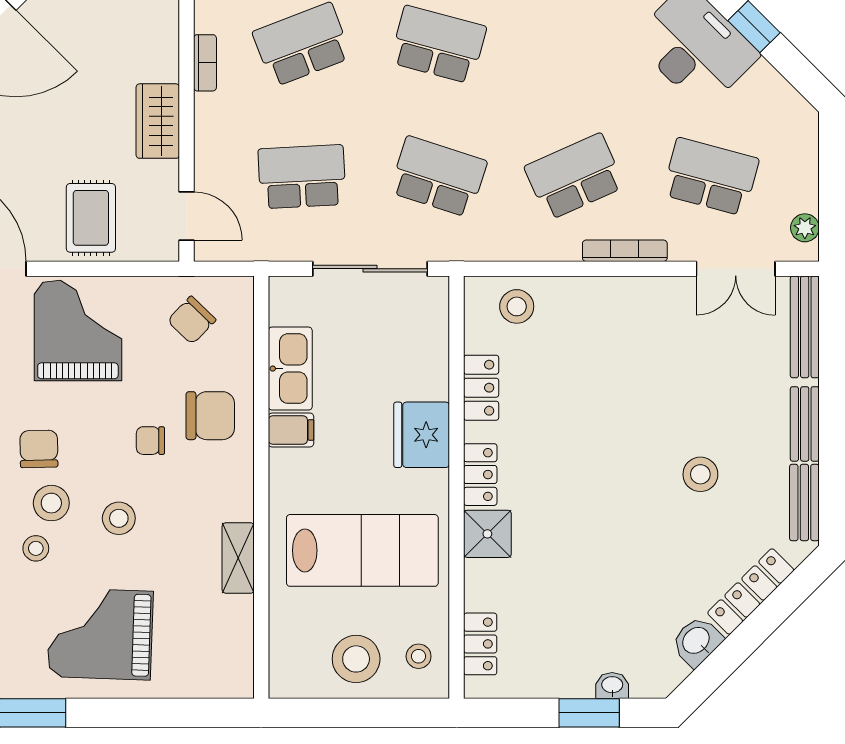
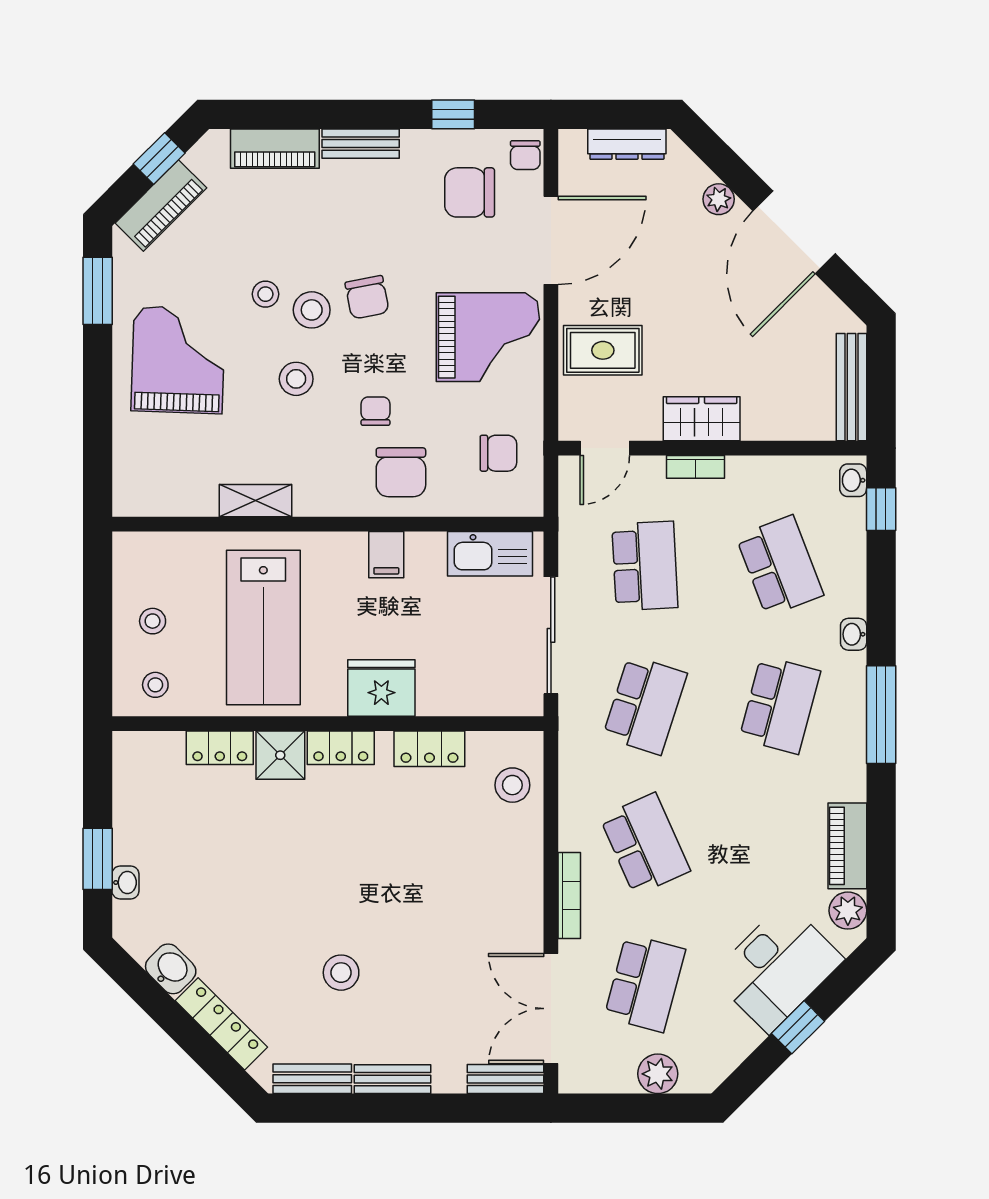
bookcase: (205, 63) -> (695, 467), moved
plant: (805, 228) -> (658, 1074), moved, width x1.38, depth x1.38
double door: (736, 269) -> (551, 1009), width x1.37
chair: (192, 320) -> (498, 453), turned 136
bench: (805, 327) -> (505, 1079), width x0.73
kitchen sink: (290, 369) -> (490, 554), moved
chair: (39, 449) -> (367, 297), turned 80
locker: (480, 644) -> (220, 748), moved
stool: (356, 659) -> (153, 621), width x0.53, depth x0.53

